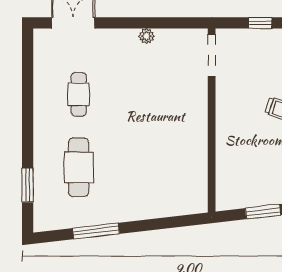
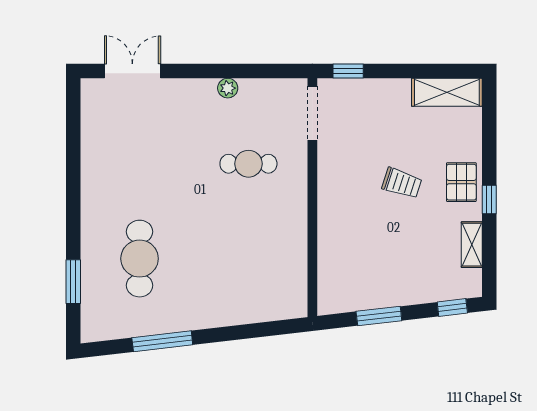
window: (260, 23) -> (348, 71), moved
cafe table: (79, 94) -> (248, 164), moved, turned 90

